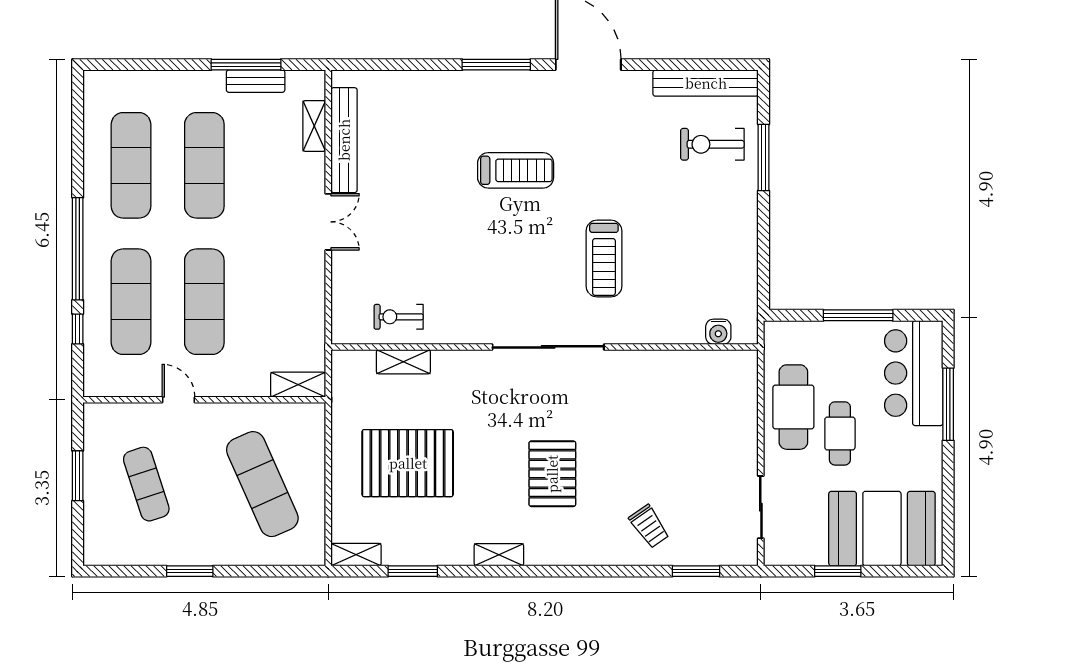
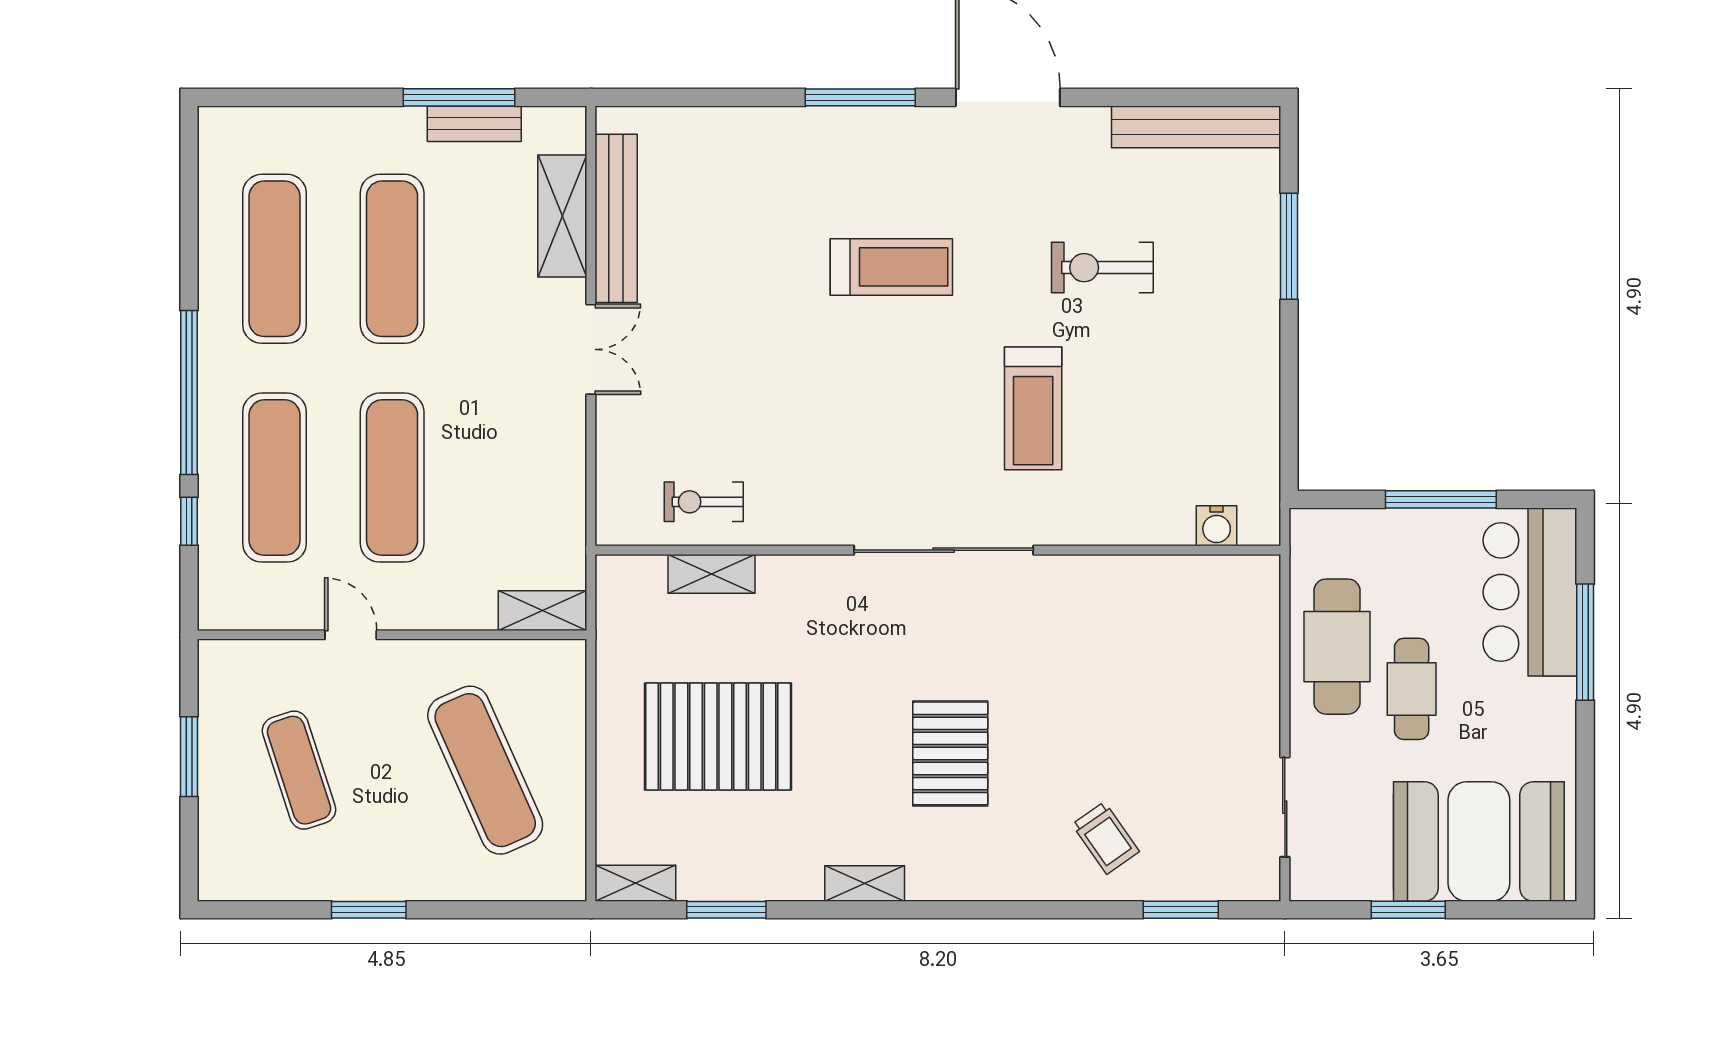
shelving: (314, 126) -> (562, 216), width x1.50, depth x1.33
exercise bike: (712, 144) -> (1102, 268), moved

